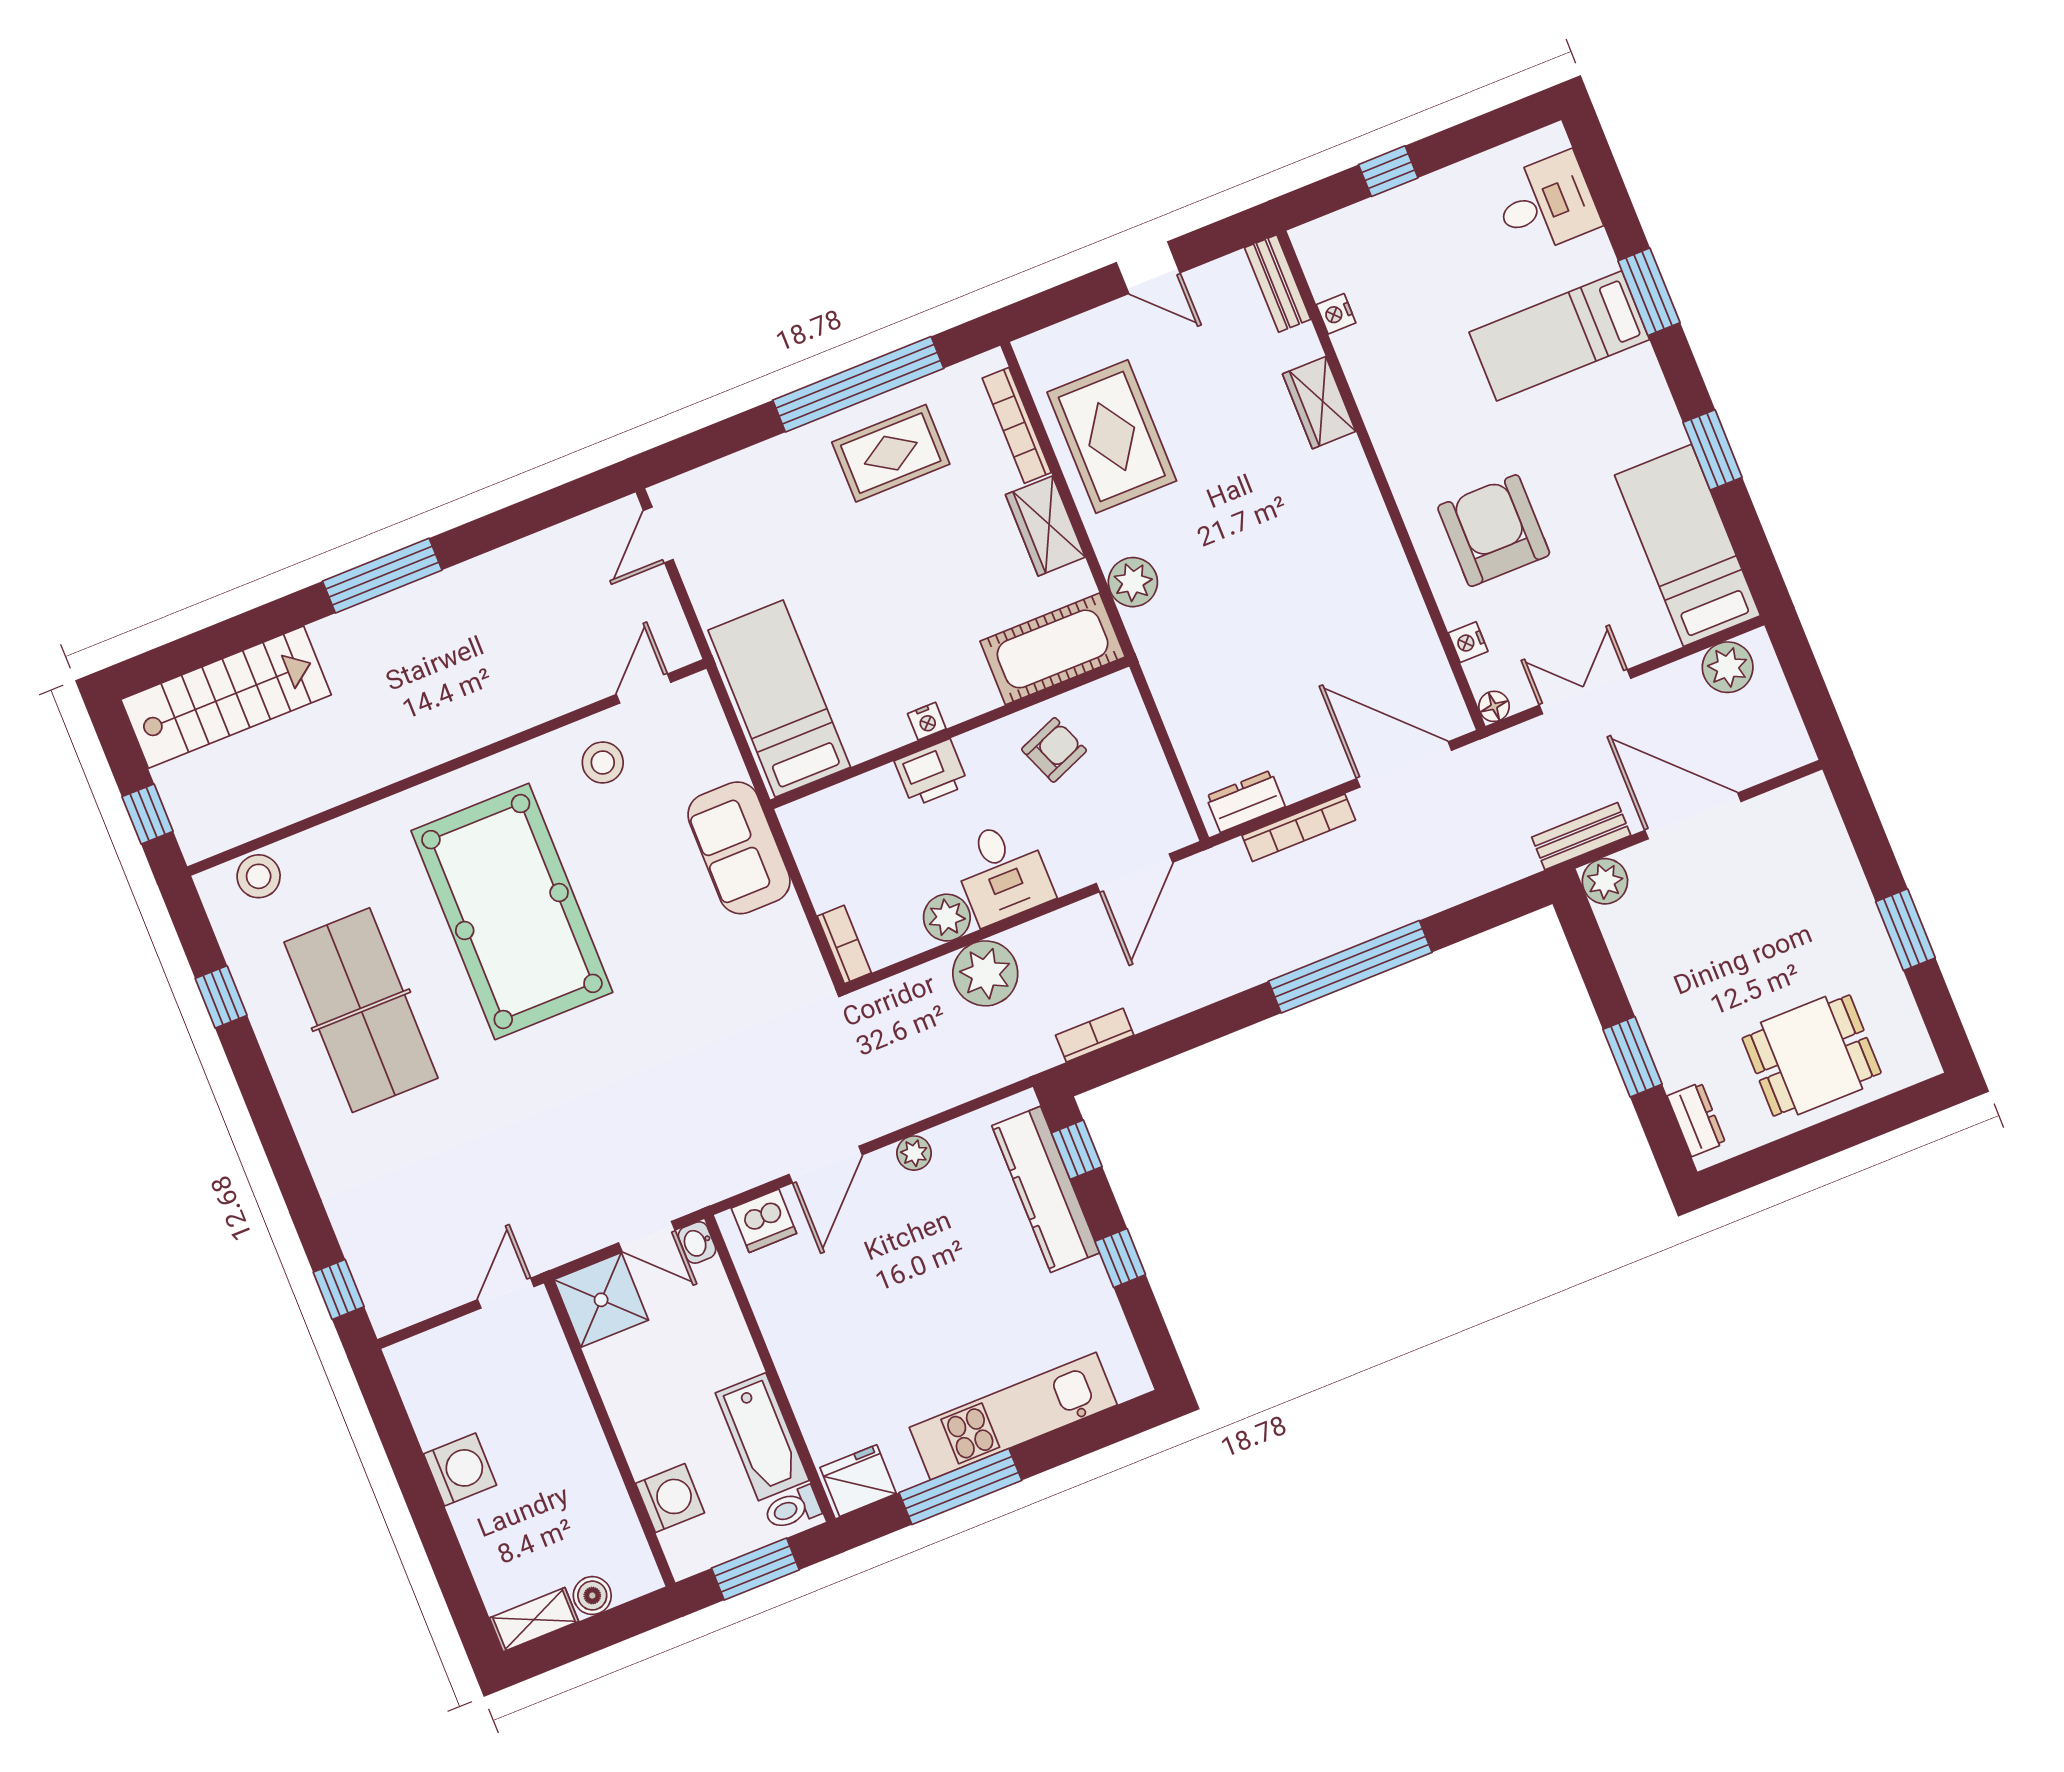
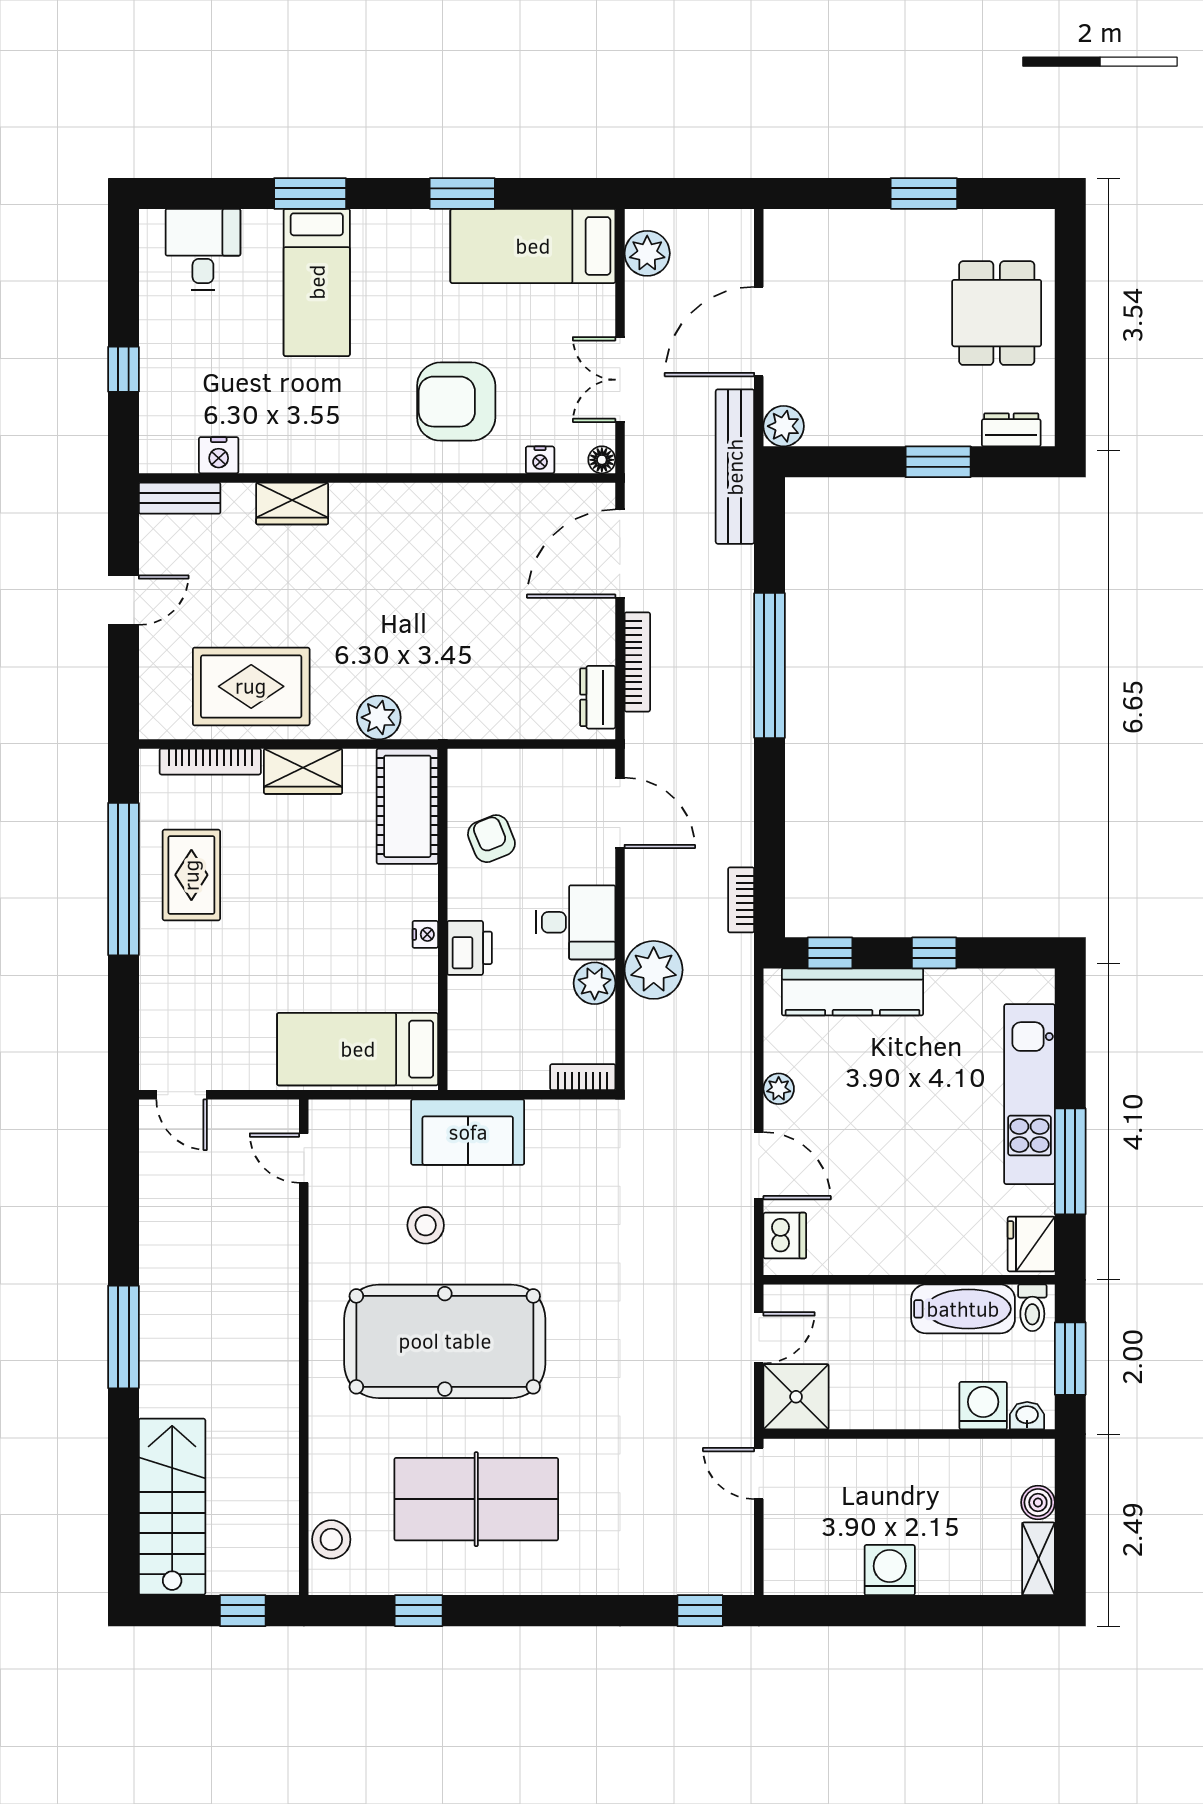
nightstand: (1336, 314) -> (219, 455), width x1.39, depth x1.35
stool: (603, 762) -> (426, 1225), moved
bench: (1581, 836) -> (735, 467), width x1.86, depth x1.21
washbasin: (697, 1242) -> (1027, 1416), moved, turned 180

